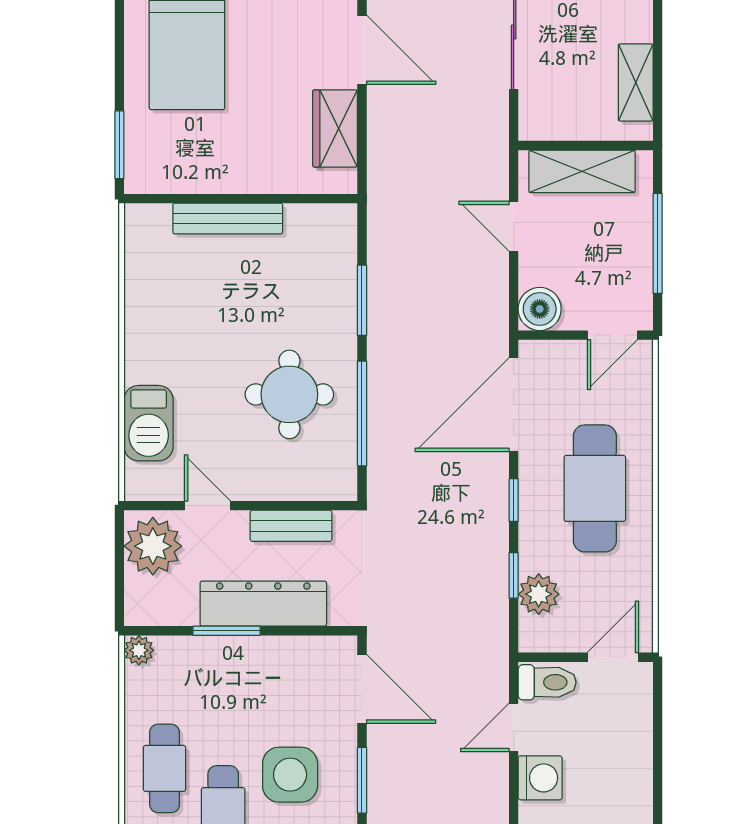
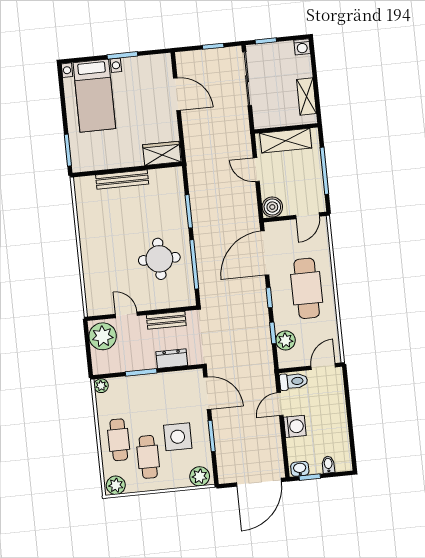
wardrobe: (335, 128) -> (162, 153), moved, turned 90
barbecue: (149, 423) -> (95, 279), removed
dresser: (263, 604) -> (172, 359), width x0.51, depth x0.80

